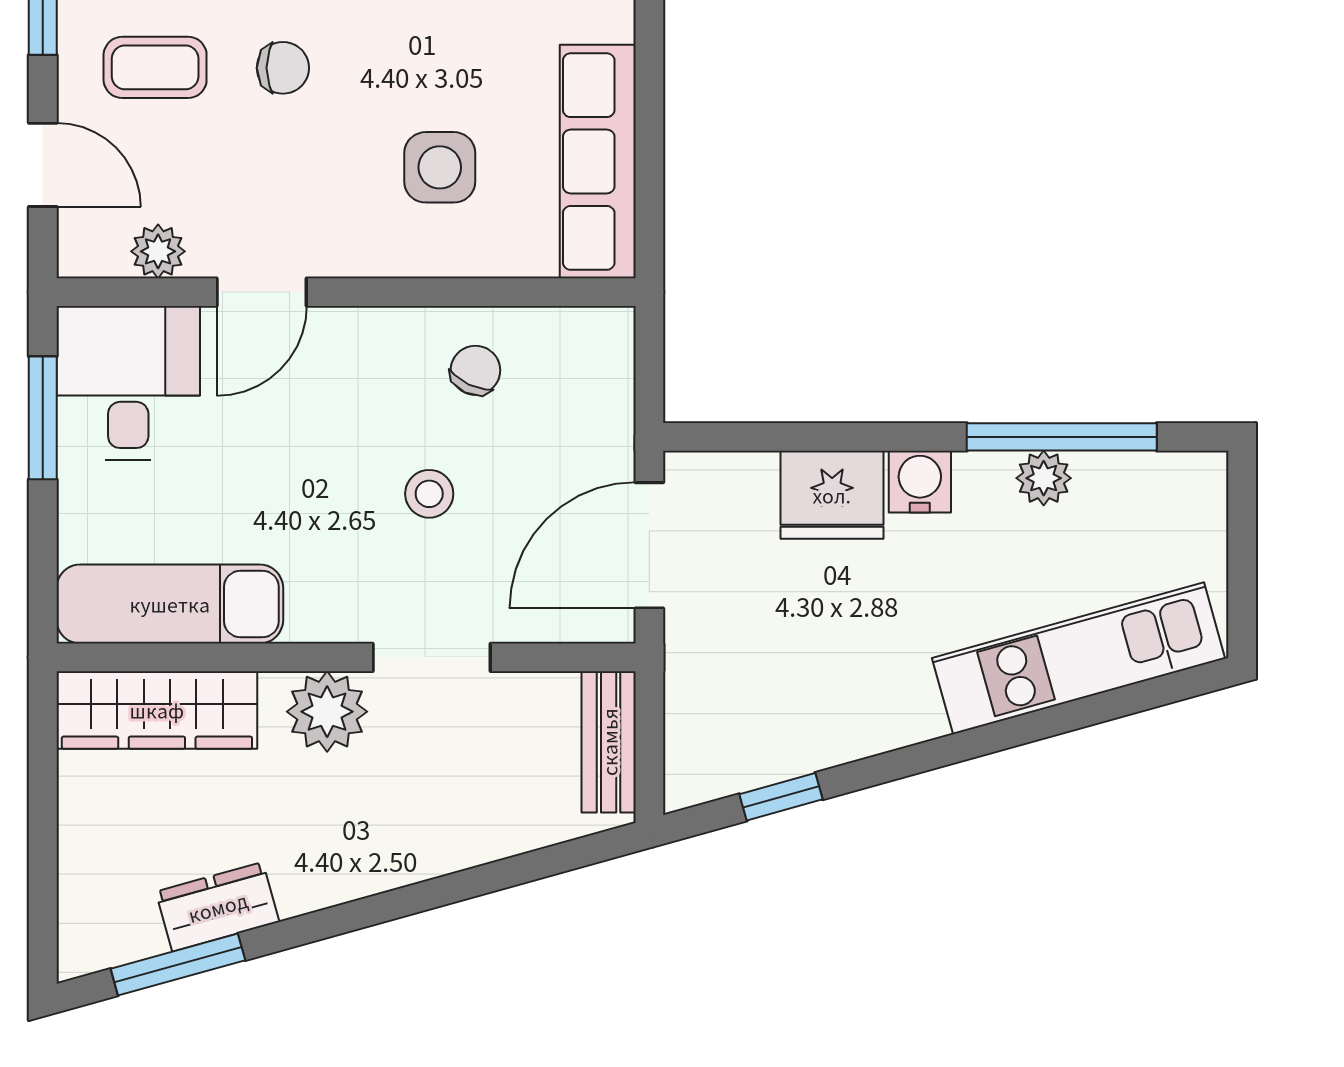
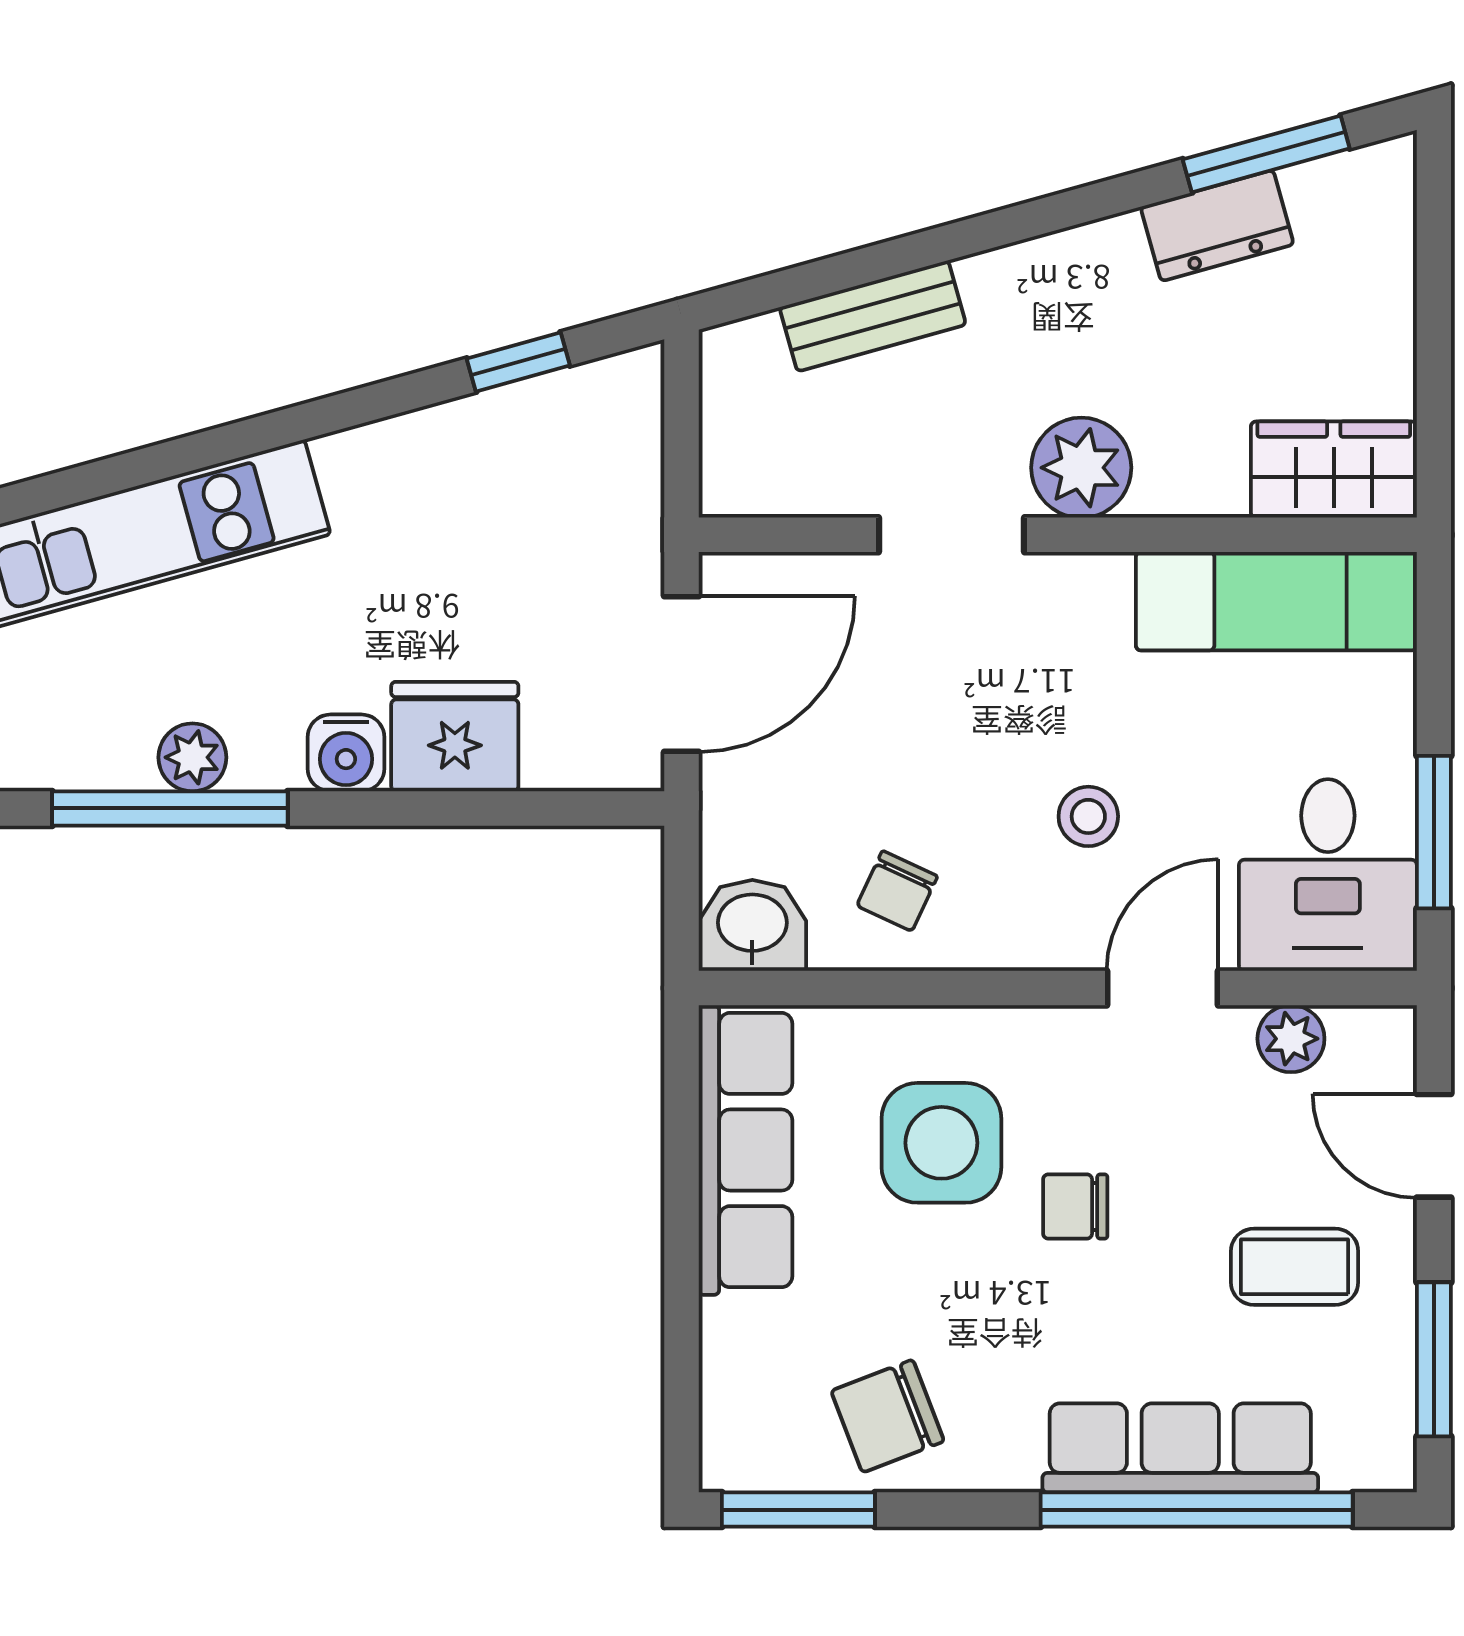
chair: (283, 68) -> (1075, 1206), moved
side table: (440, 167) -> (941, 1143), width x1.37, depth x1.37
washbasin: (592, 343) -> (752, 925), added
stool: (429, 494) -> (1088, 816), moved
wardrobe: (157, 710) -> (1334, 470), width x0.67
bench: (609, 742) -> (873, 316), moved, turned 74

